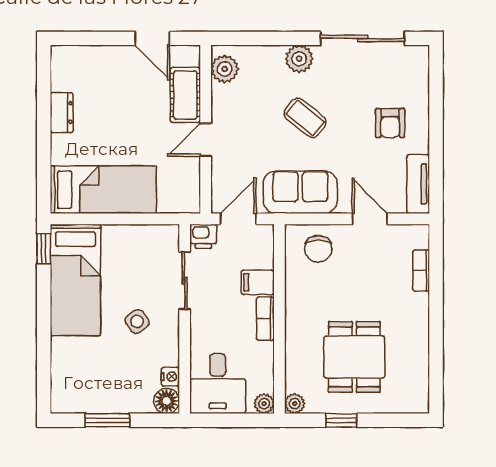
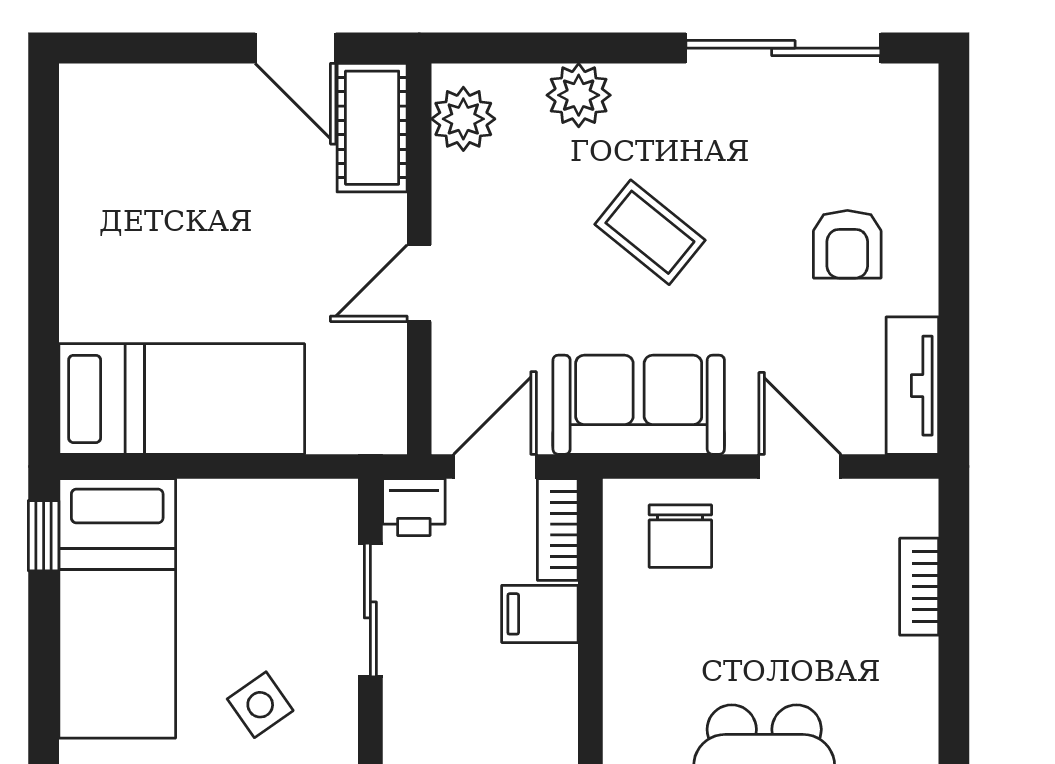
plant: (299, 59) -> (579, 95), moved
cot: (185, 95) -> (372, 128), moved
dresser: (62, 112) -> (85, 220), removed
bookcase: (265, 319) -> (558, 530), moved

